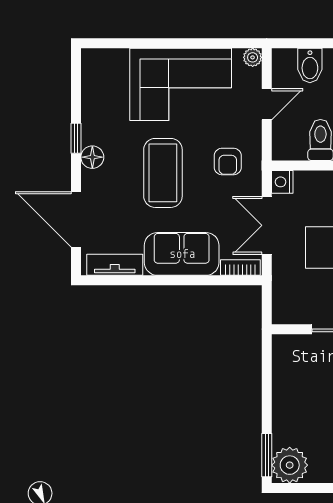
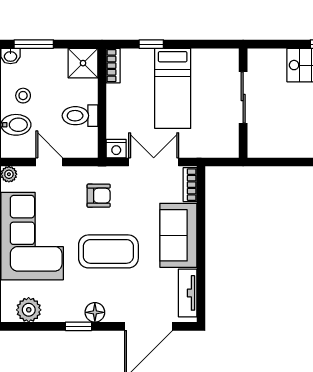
plant: (95, 80) -> (29, 310), added
double door: (267, 225) -> (154, 162), swing flipped

